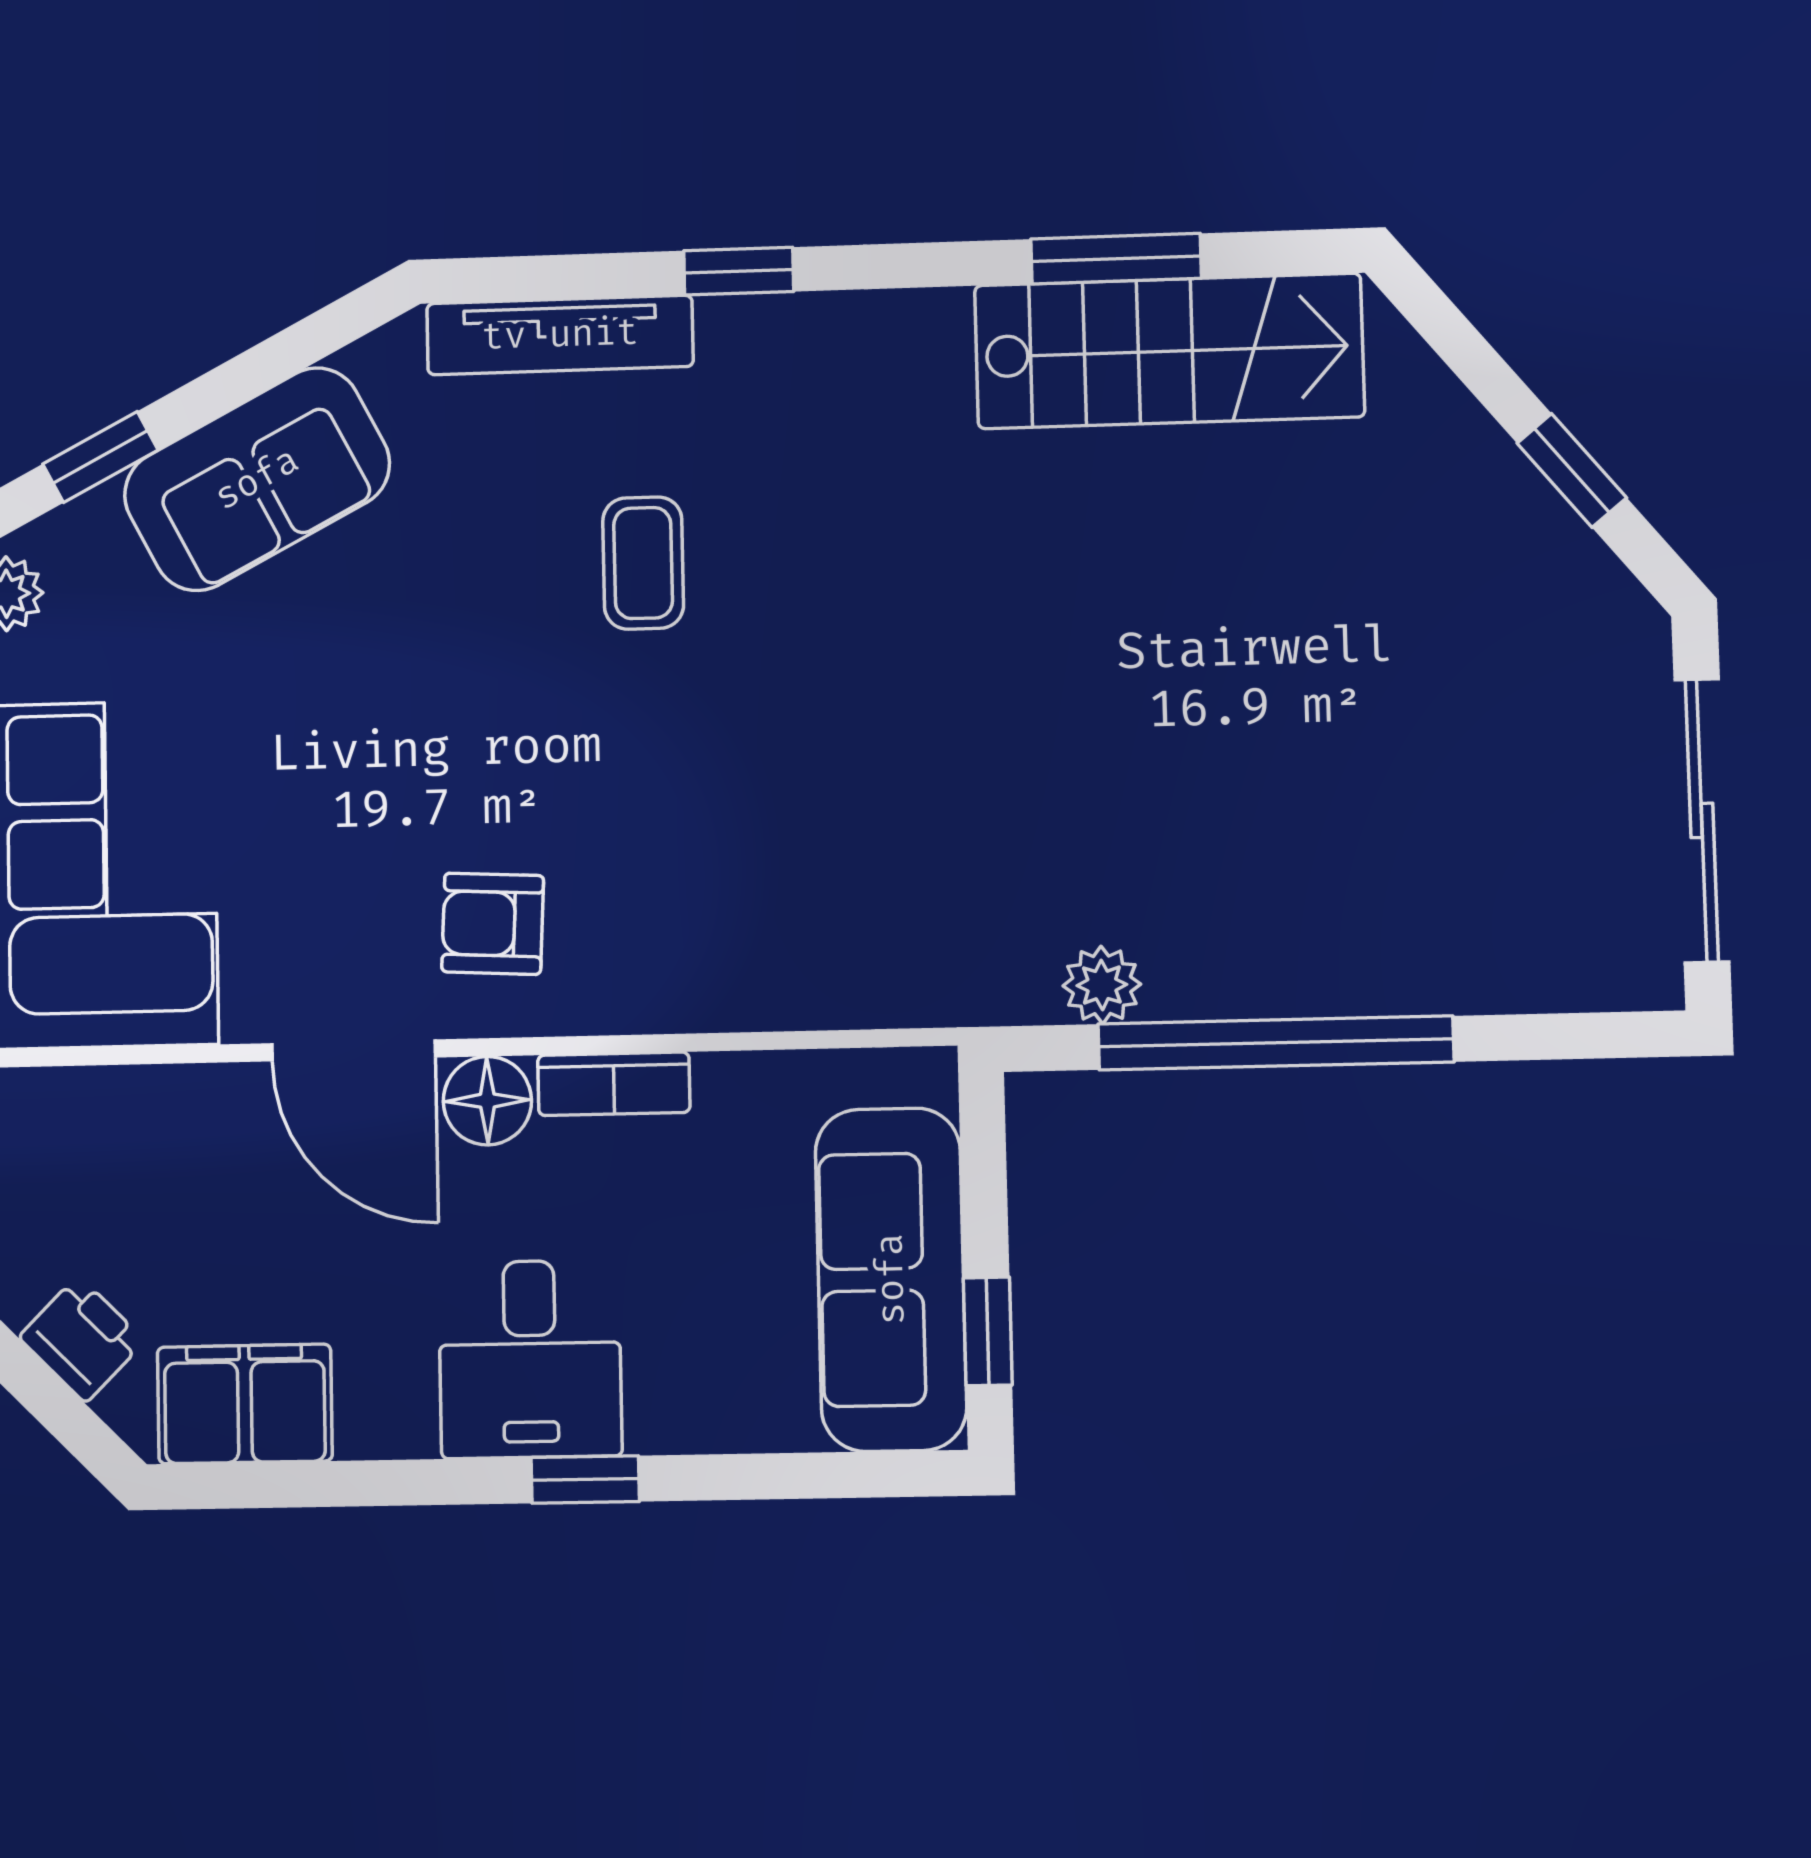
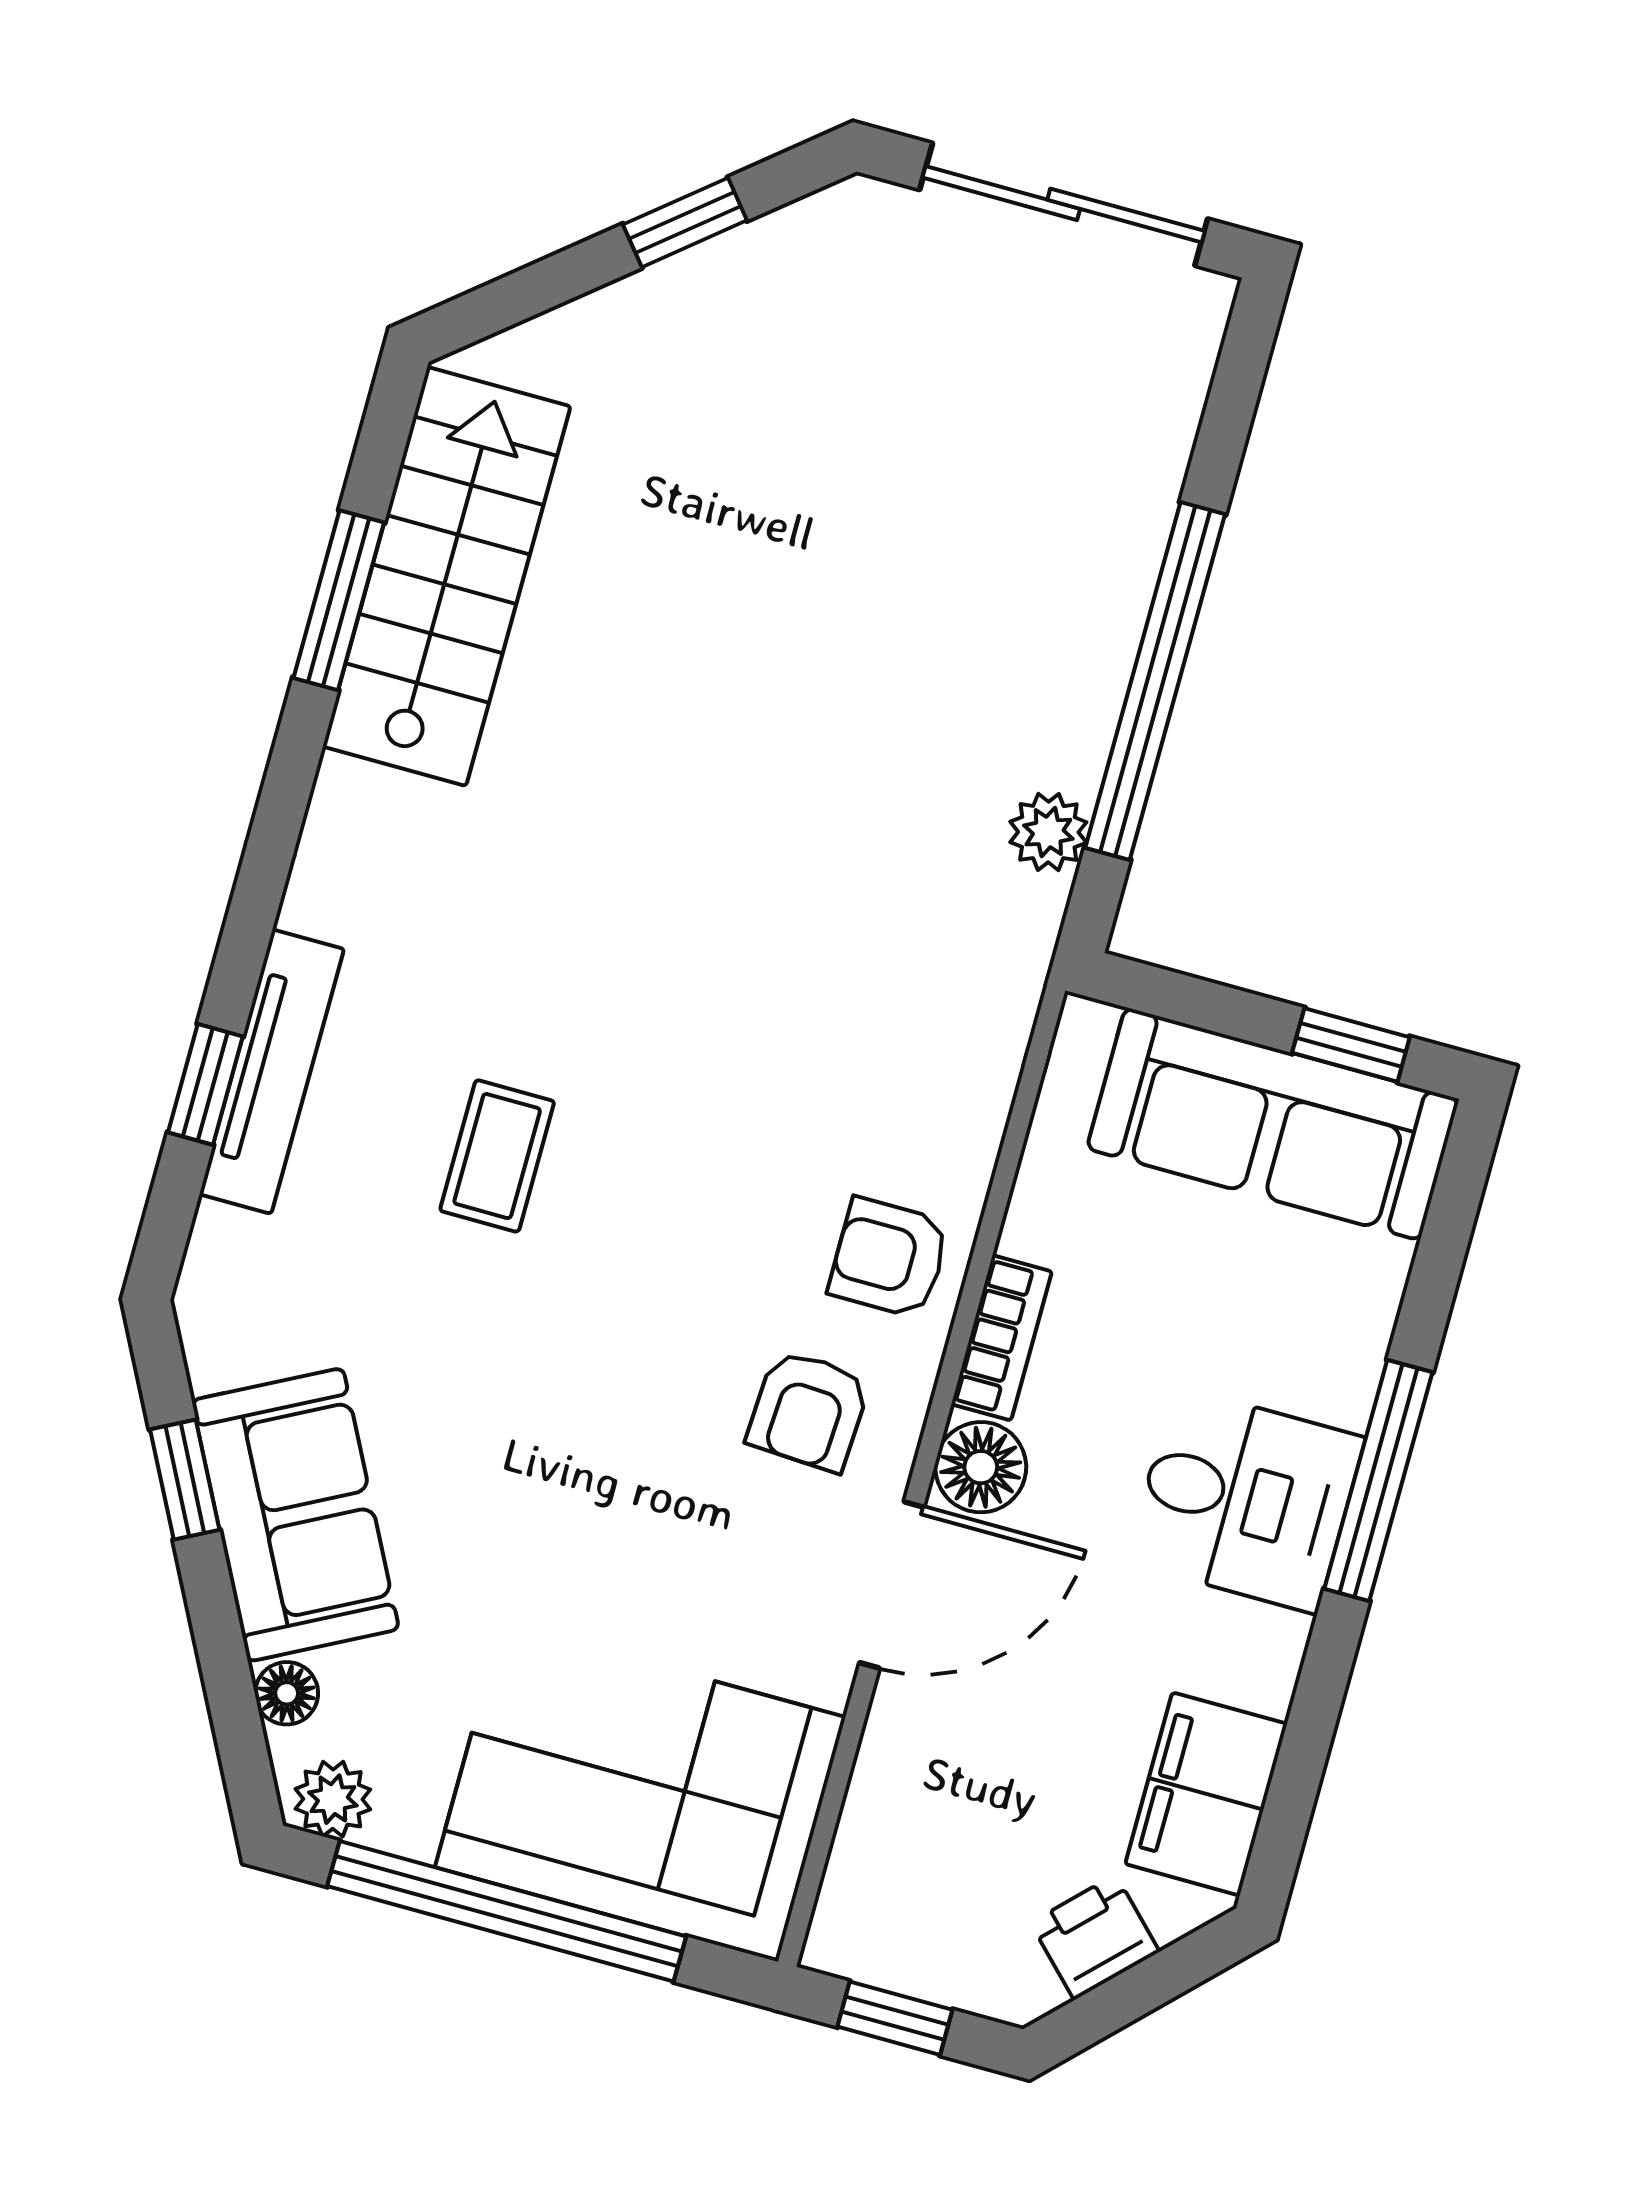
window: (739, 271) -> (205, 1084), moved
tv unit: (560, 335) -> (272, 1072), moved
window: (100, 457) -> (185, 1480), moved
floor lamp: (91, 522) -> (287, 1693), added
coffee table: (643, 563) -> (497, 1156), turned 90
armchair: (657, 956) -> (889, 1258), added
window: (585, 1480) -> (1378, 1480), width x2.17

